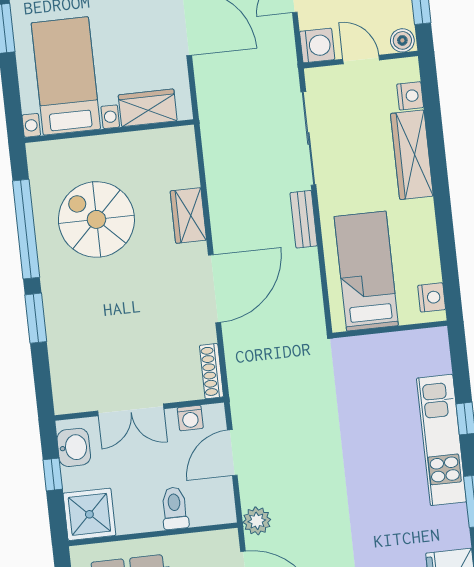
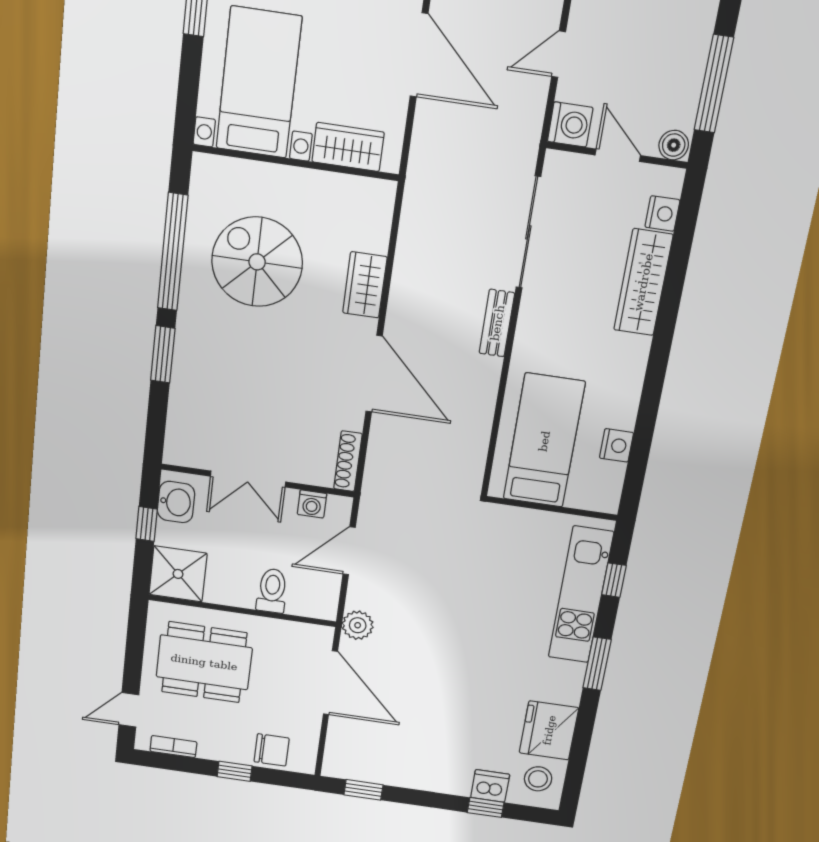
bed: (366, 271) -> (544, 441), moved
door: (214, 289) -> (374, 374), hinge flipped
wall: (390, 329) -> (552, 508), moved

